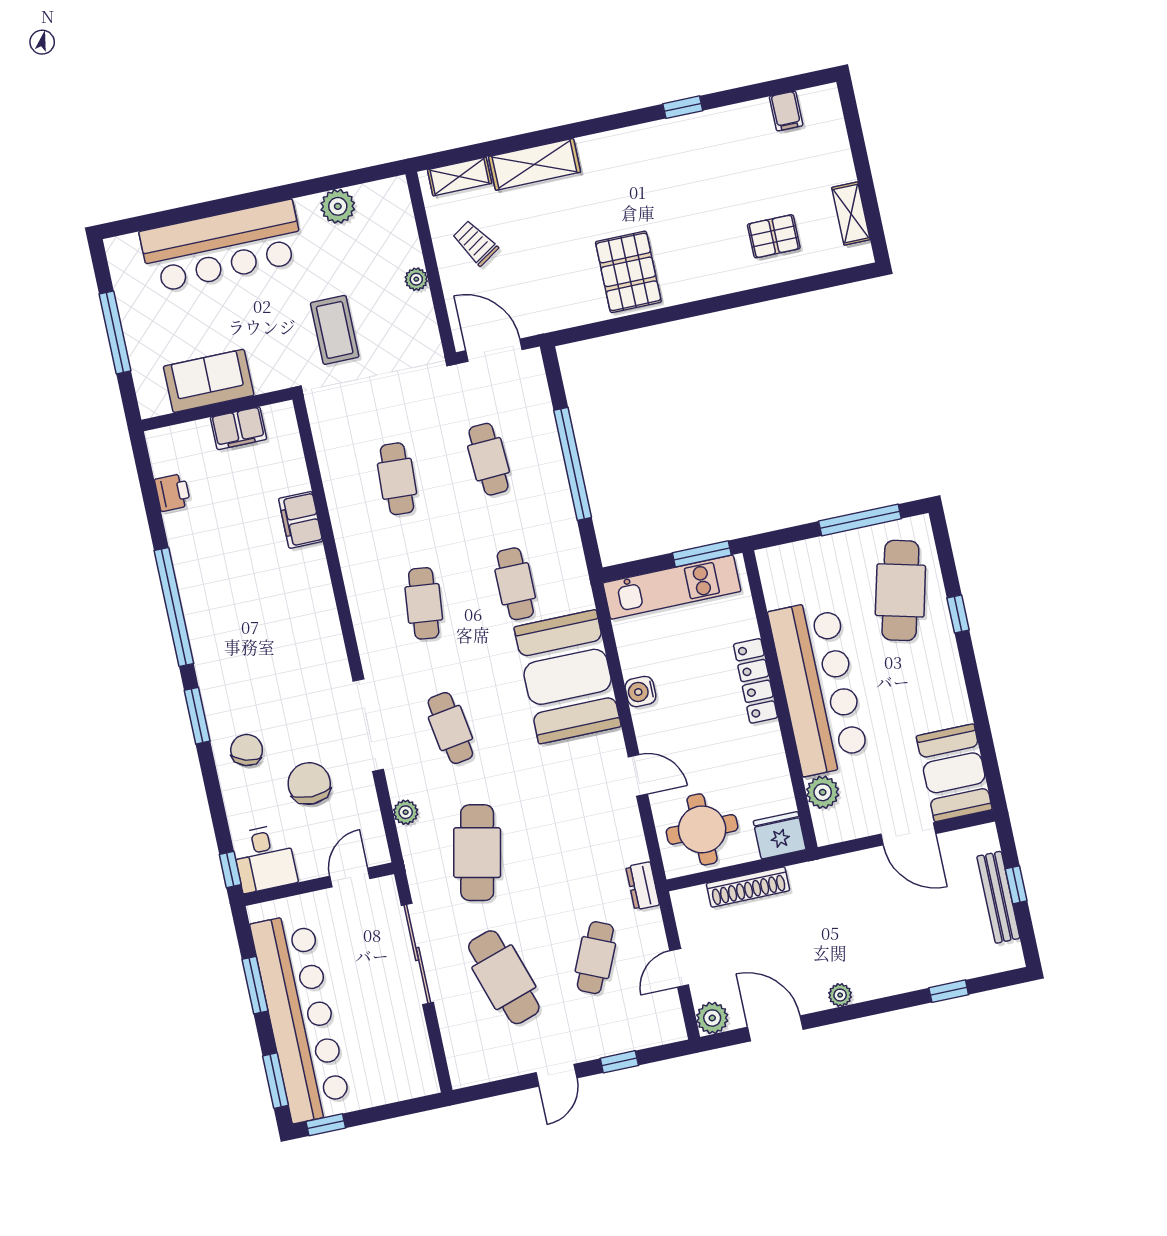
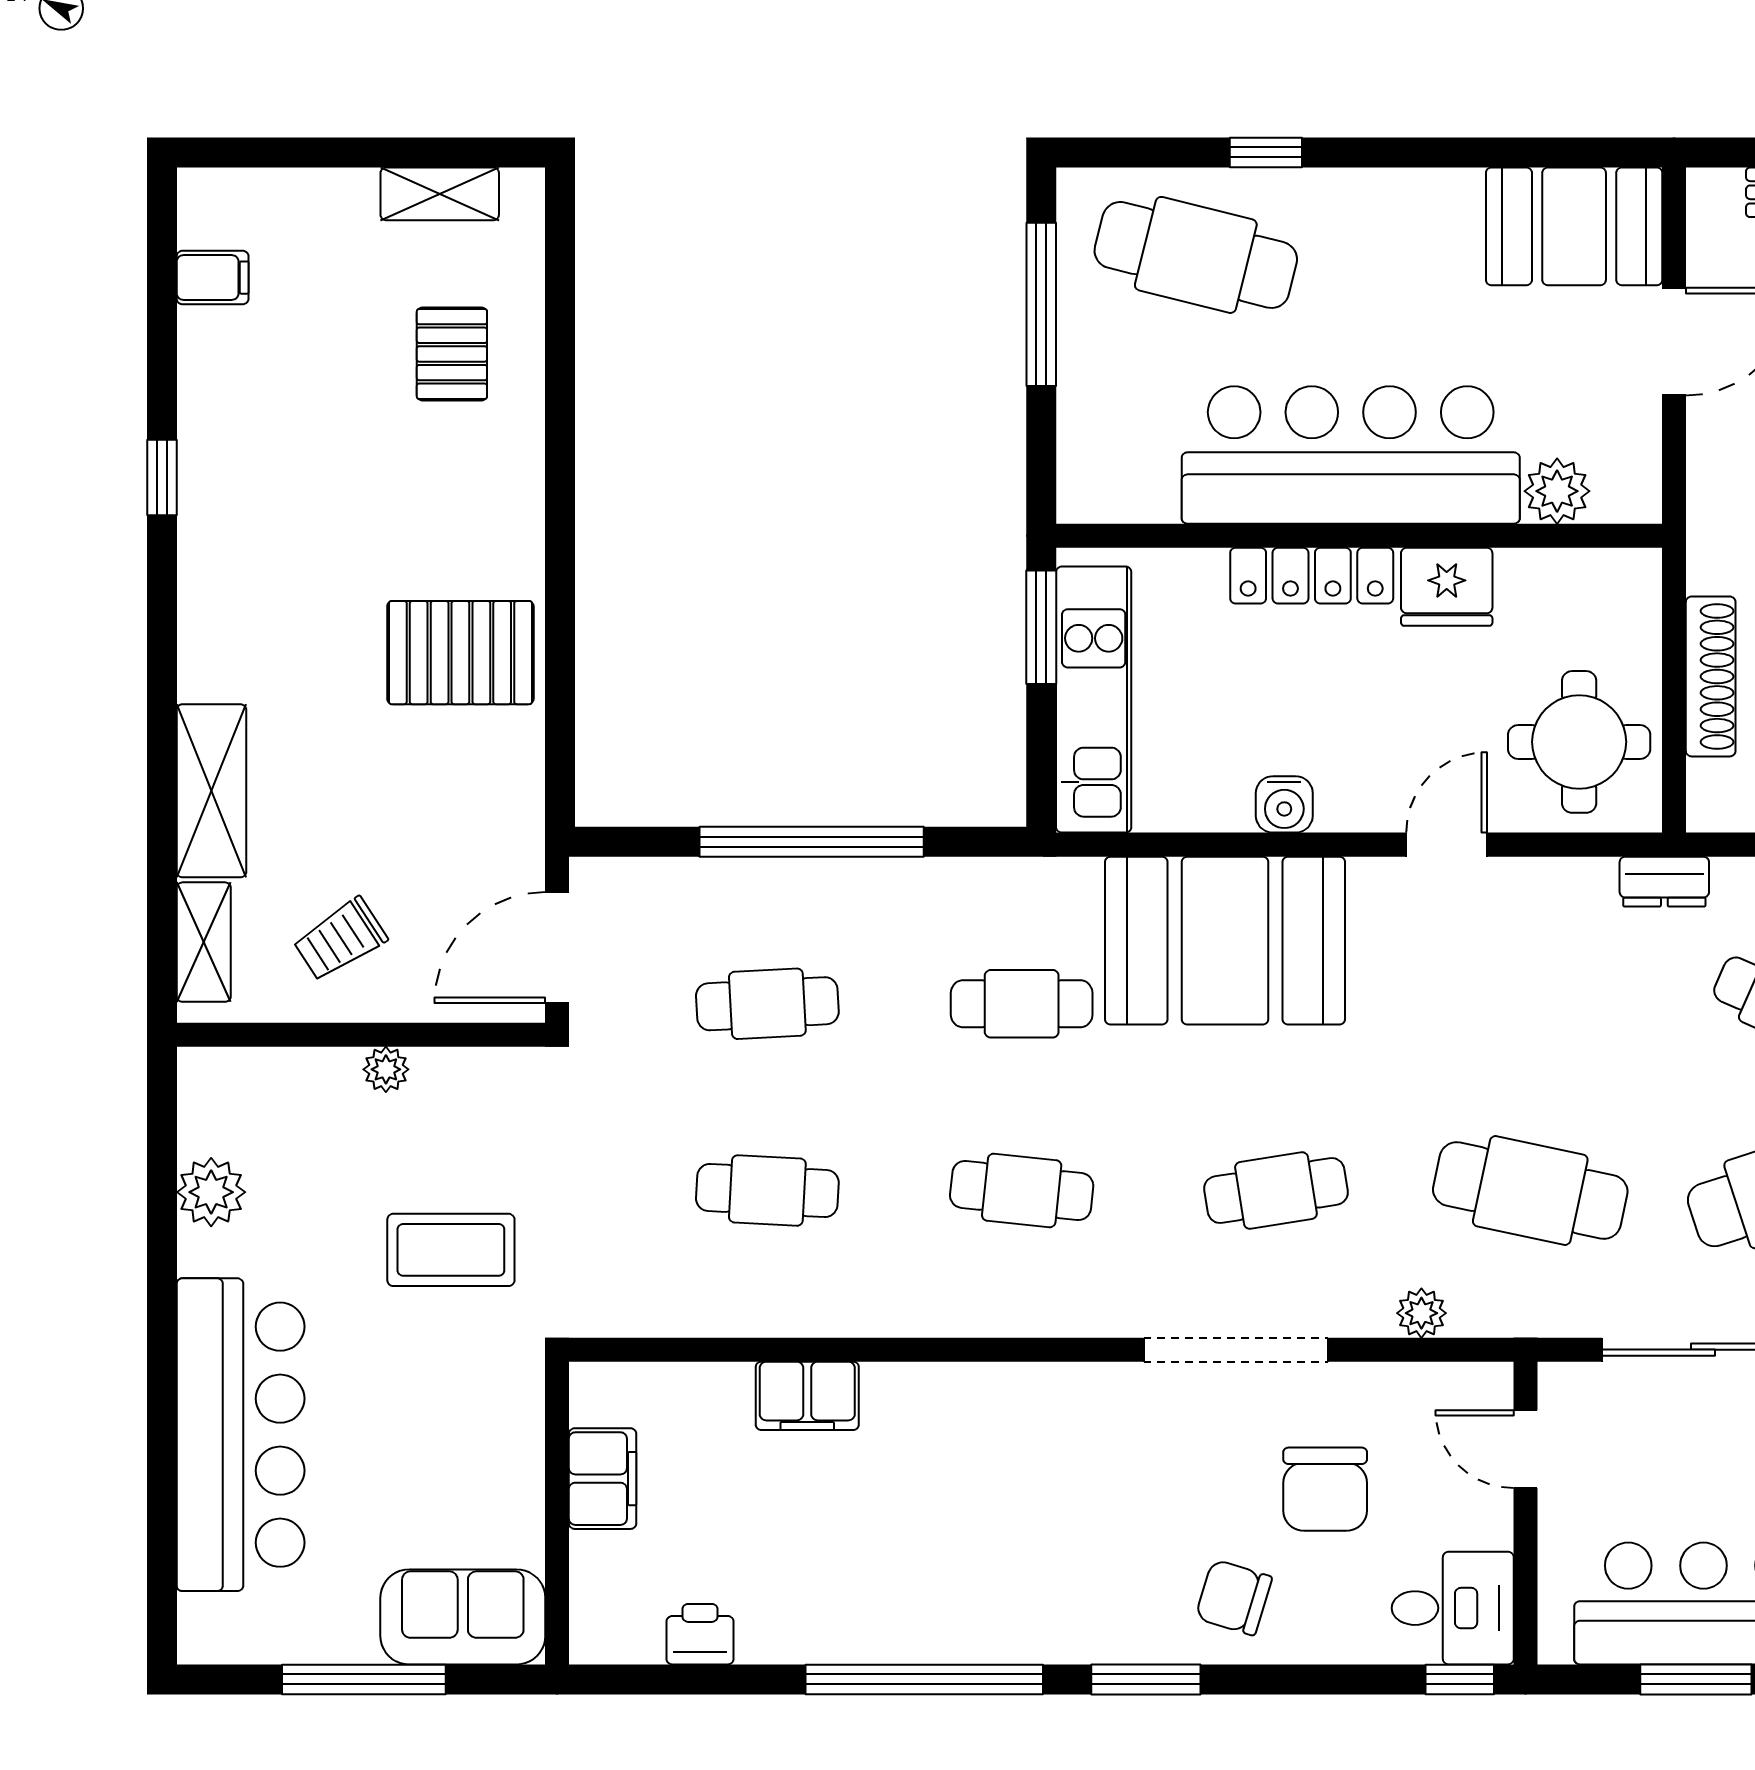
sofa: (209, 381) -> (463, 1617), moved, turned 90
chair: (309, 783) -> (1325, 1489), turned -90
fridge: (780, 835) -> (1447, 587), moved, turned -90

